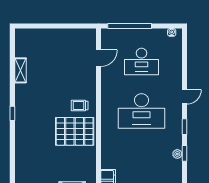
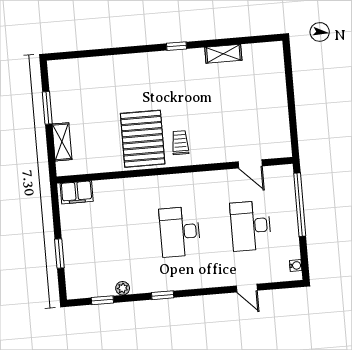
door: (185, 97) -> (247, 288), moved
desk: (142, 111) -> (180, 232), width x0.73, depth x0.77
window: (12, 113) -> (176, 46), moved
window: (185, 153) -> (102, 300), moved

